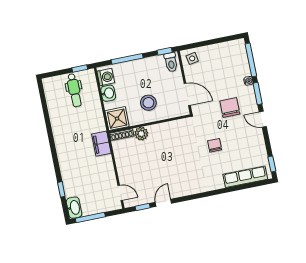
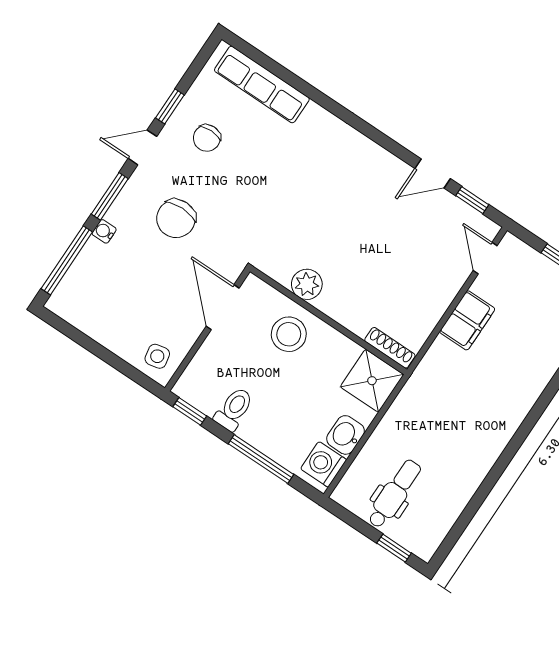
toilet: (171, 62) -> (234, 409), moved
window: (80, 68) -> (394, 548), moved
stool: (148, 103) -> (289, 334), moved
door: (263, 119) -> (142, 147), swing flipped
plant: (141, 134) -> (307, 284), moved
filing cabinet: (101, 144) -> (467, 320), moved
chair: (215, 145) -> (207, 138), moved
window: (272, 164) -> (170, 106), moved

